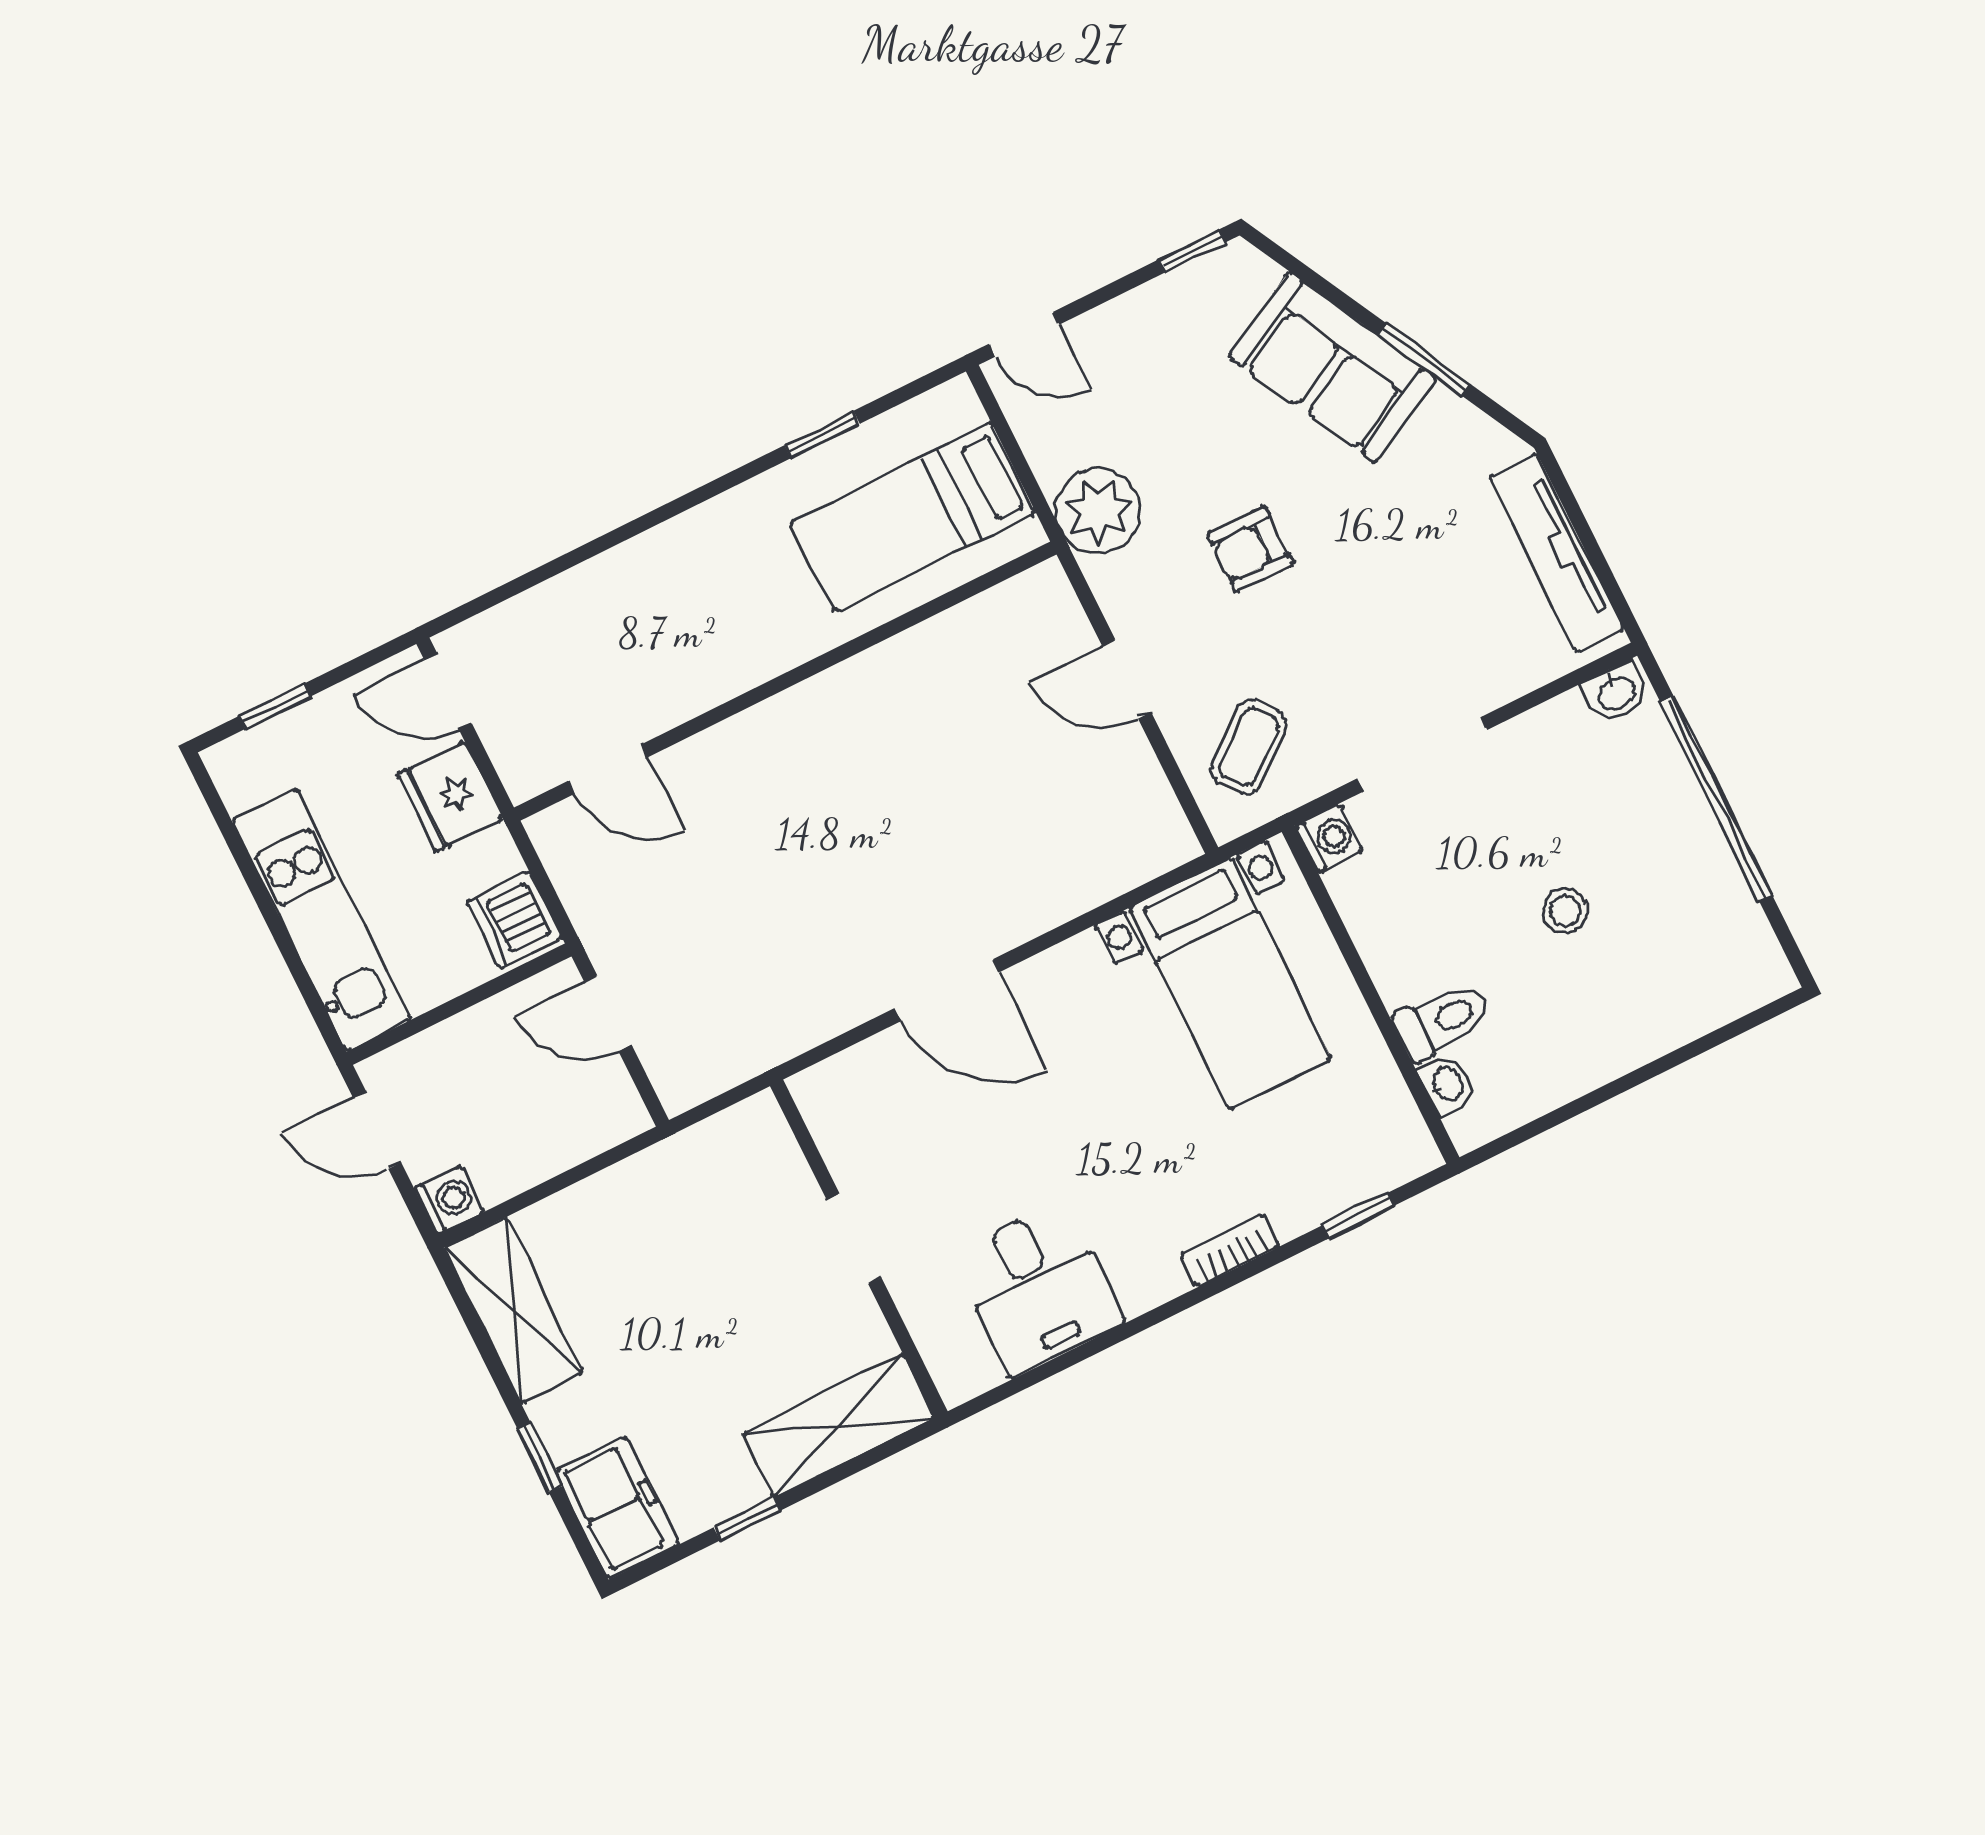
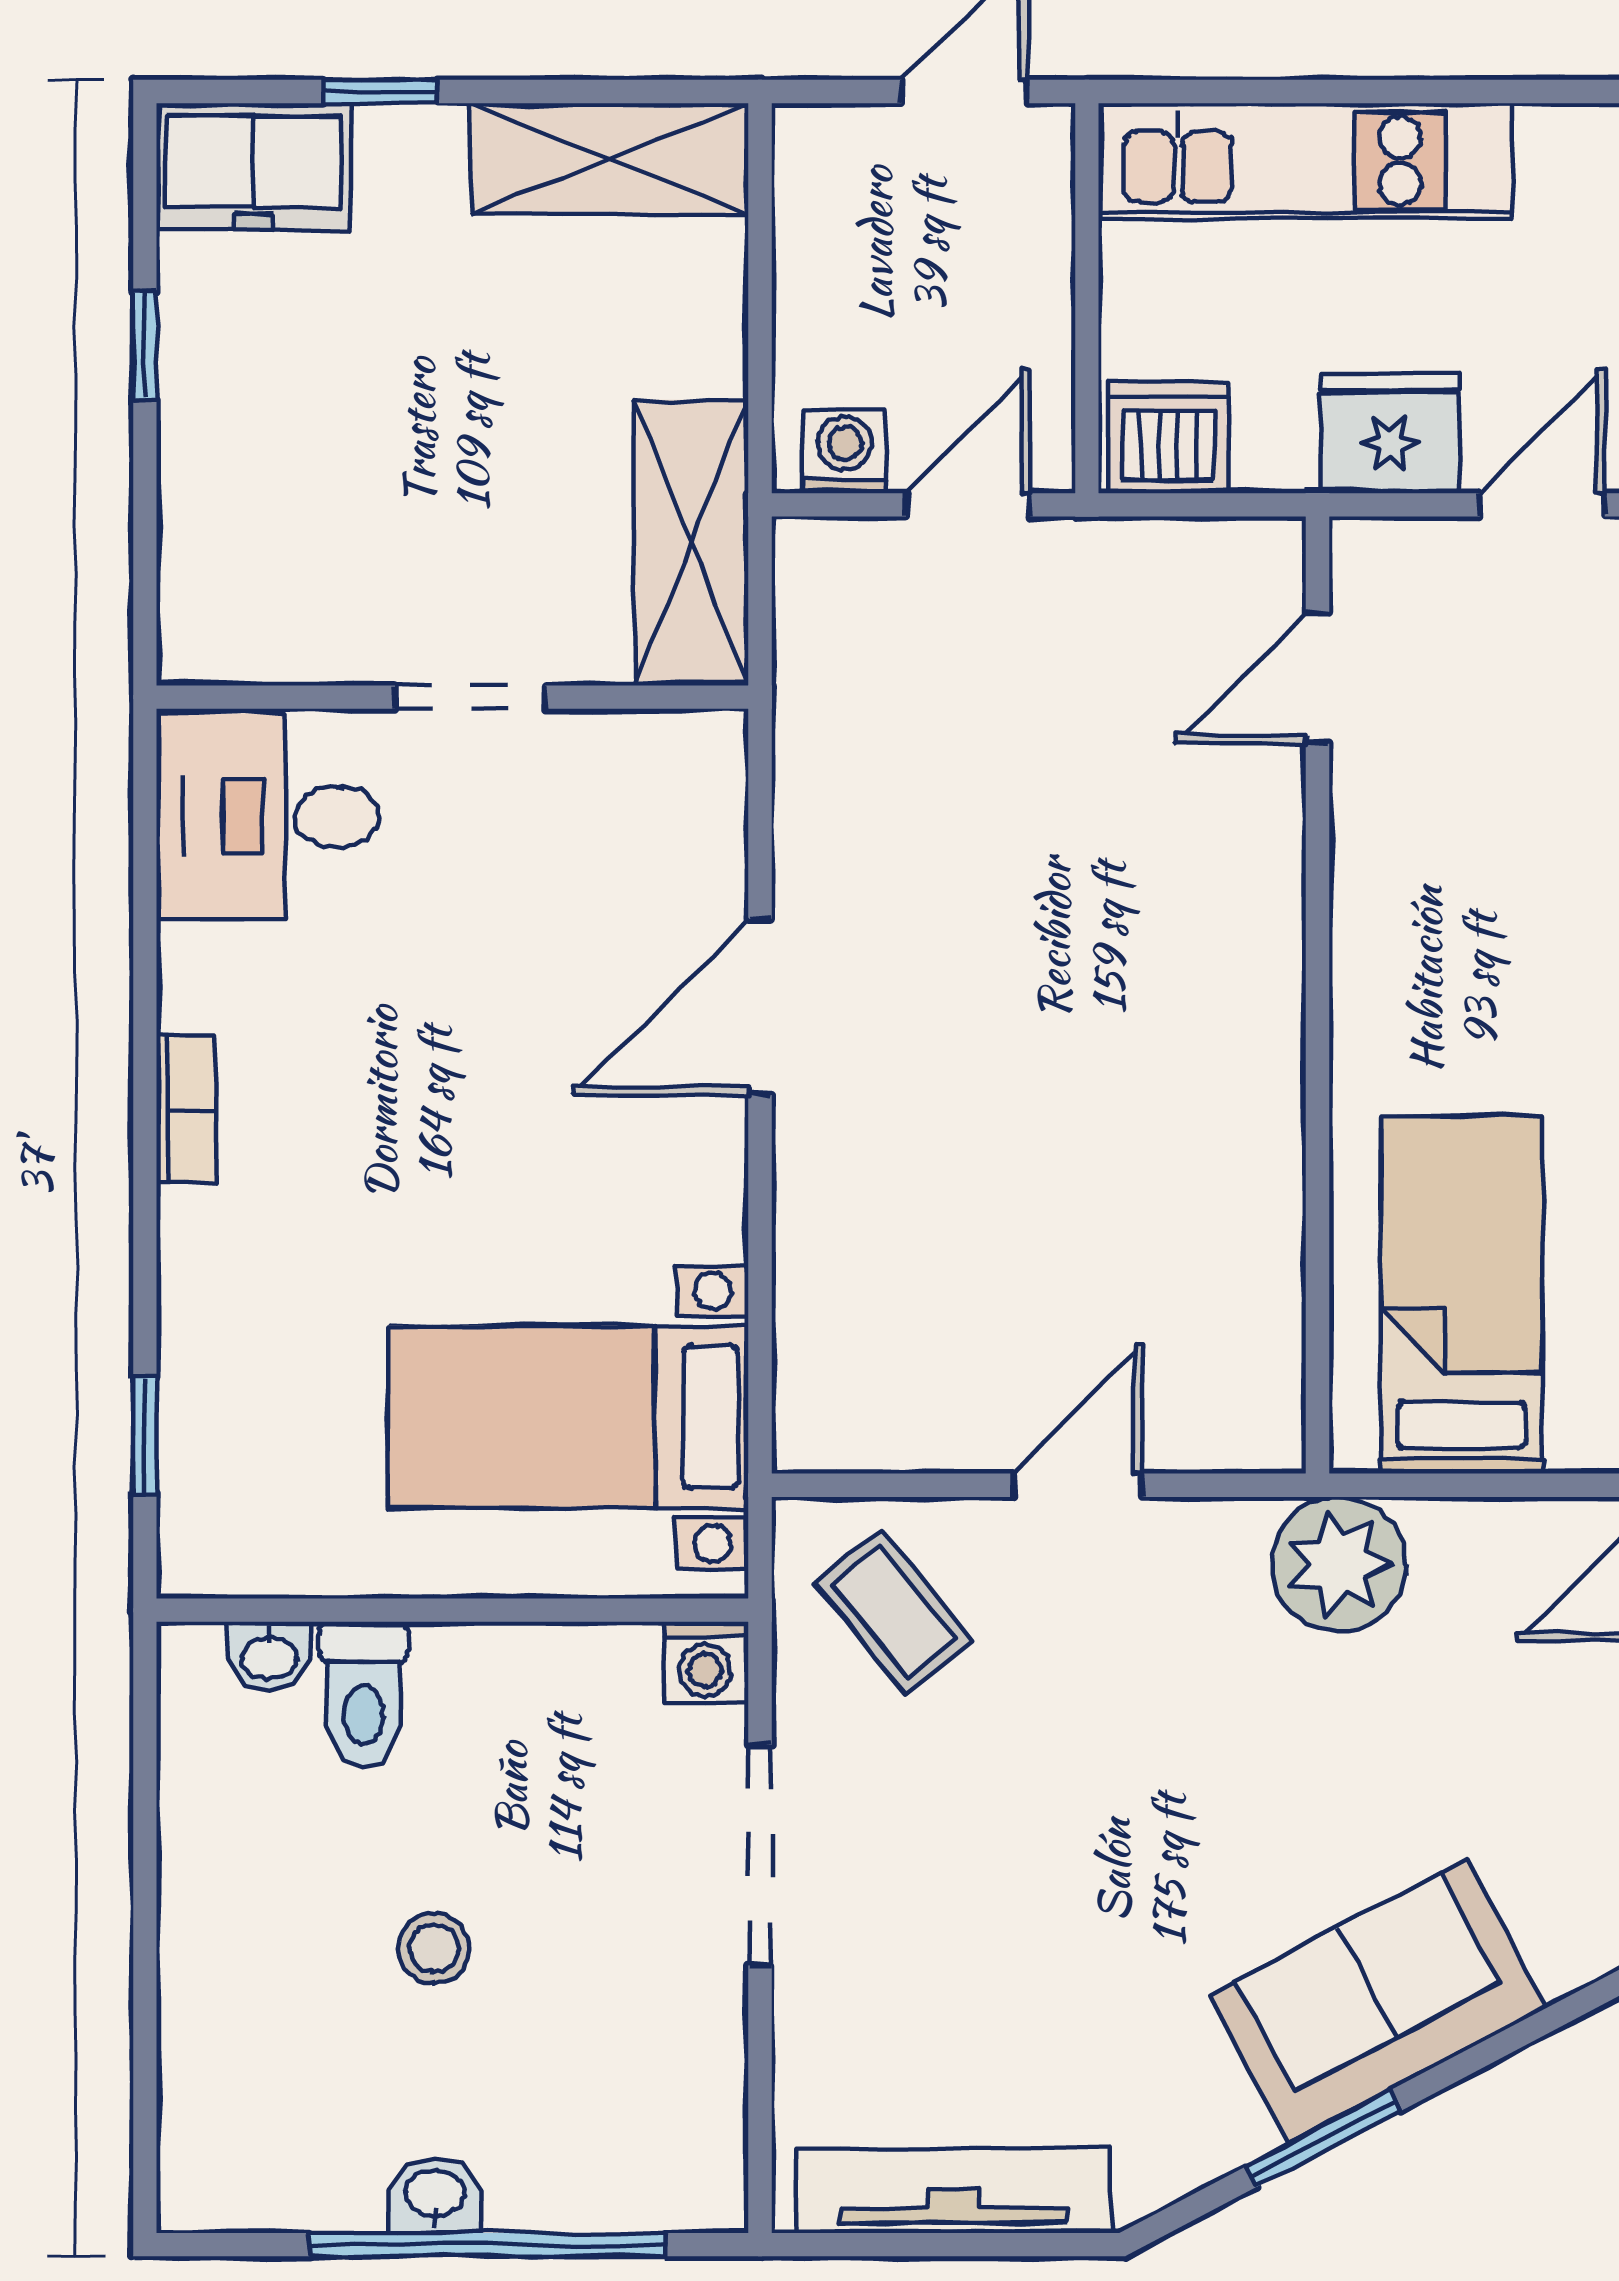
armchair: (1250, 549) -> (1176, 1755), removed
washbasin: (1616, 692) -> (435, 2195), moved, turned 90
washing machine: (449, 1200) -> (845, 452), moved, turned 180
bookcase: (1230, 1251) -> (186, 1109), moved
desk: (1038, 1289) -> (268, 816), moved
shelving: (839, 1425) -> (691, 543), moved

